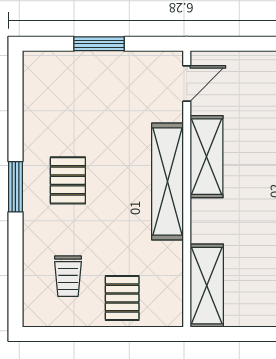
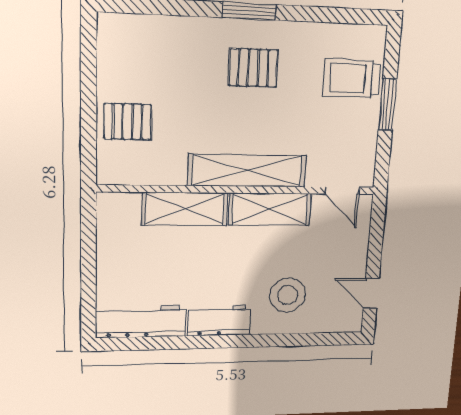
trolley: (68, 276) -> (352, 79), moved, width x1.36, depth x1.39
shelving: (207, 286) -> (185, 209), moved

